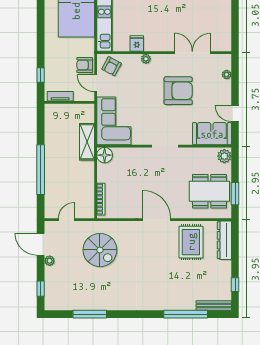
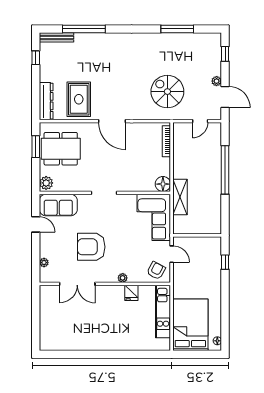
armchair: (85, 65) -> (182, 272), removed
tv unit: (60, 96) -> (206, 241), removed

